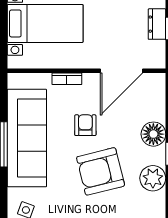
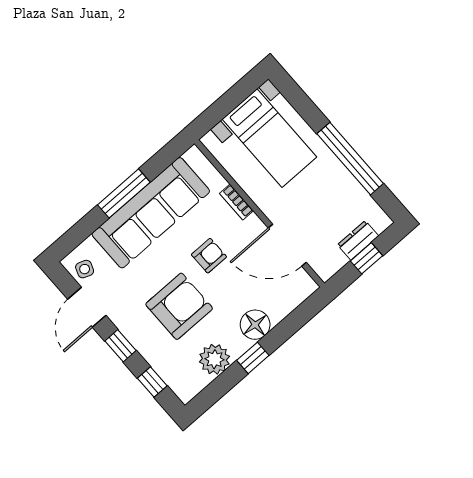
armchair: (101, 171) -> (179, 306), turned 104

